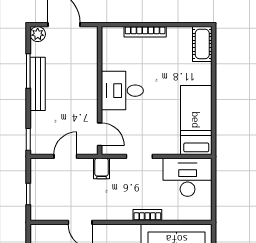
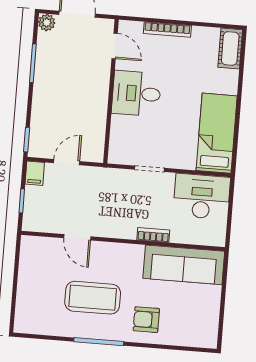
bench: (38, 84) -> (42, 78), removed
door: (100, 134) -> (115, 46), moved
filing cabinet: (102, 169) -> (35, 173), moved

